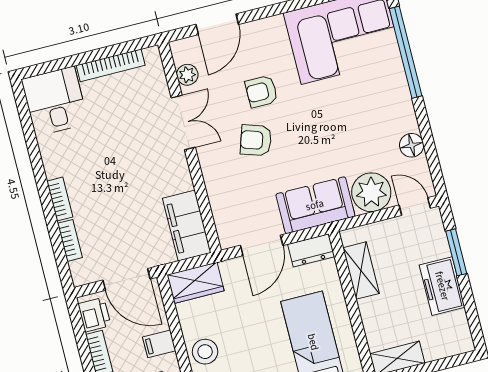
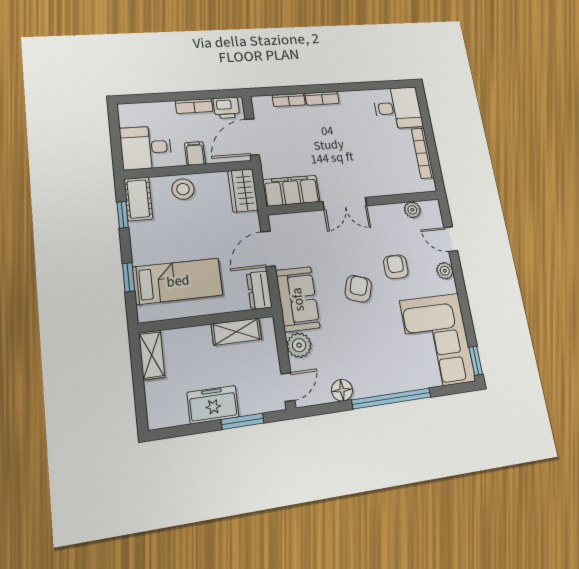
door: (217, 24) -> (451, 239), width x0.73
plant: (258, 30) -> (445, 271), added
window: (406, 52) -> (391, 399), moved
double door: (183, 123) -> (345, 204), moved
armchair: (256, 140) -> (358, 289), moved
plant: (371, 192) -> (299, 345), width x0.73, depth x0.73
door: (262, 245) -> (268, 249), hinge flipped

